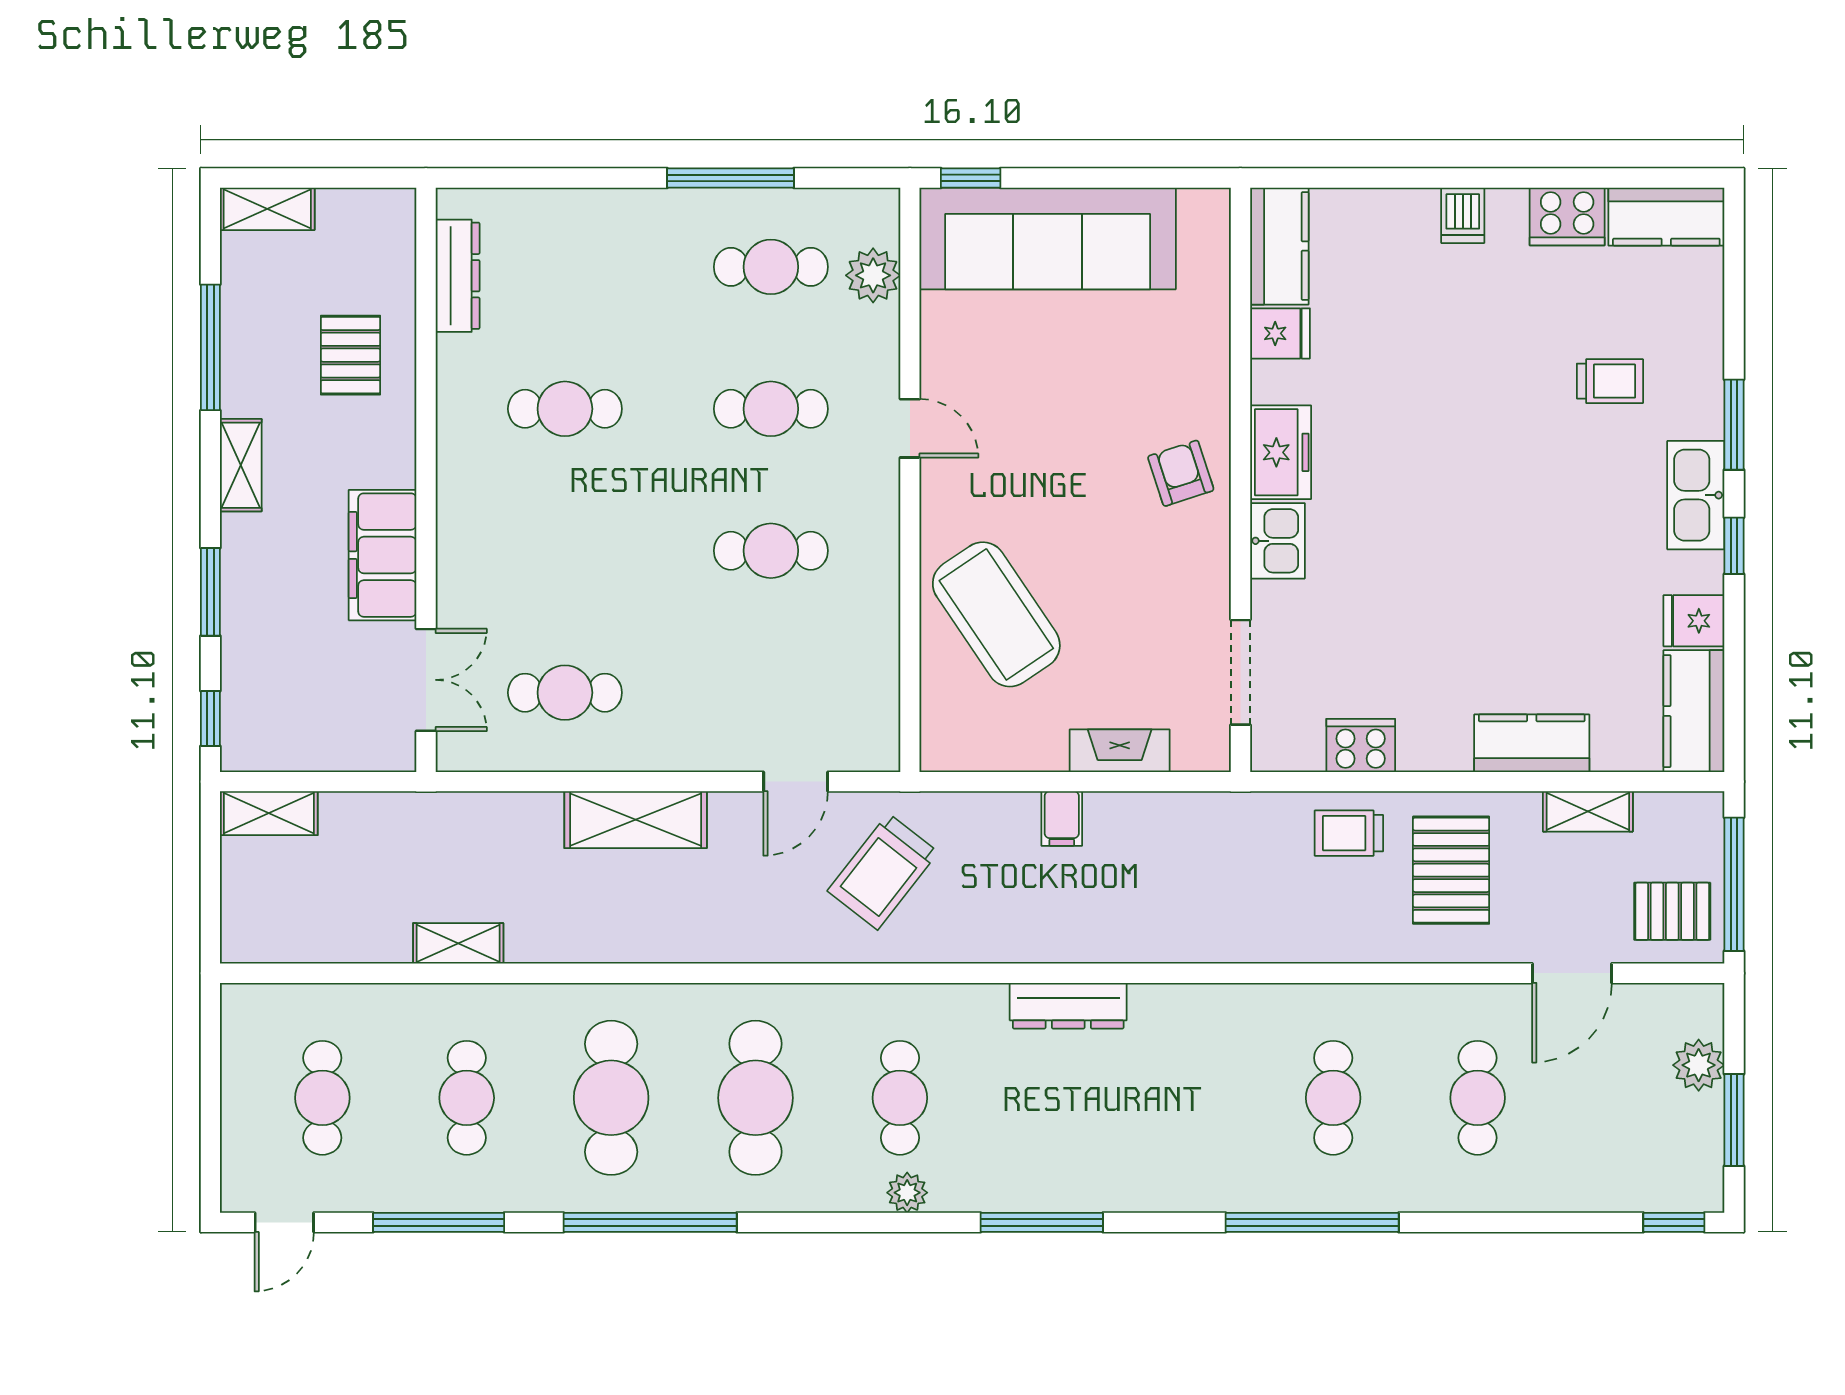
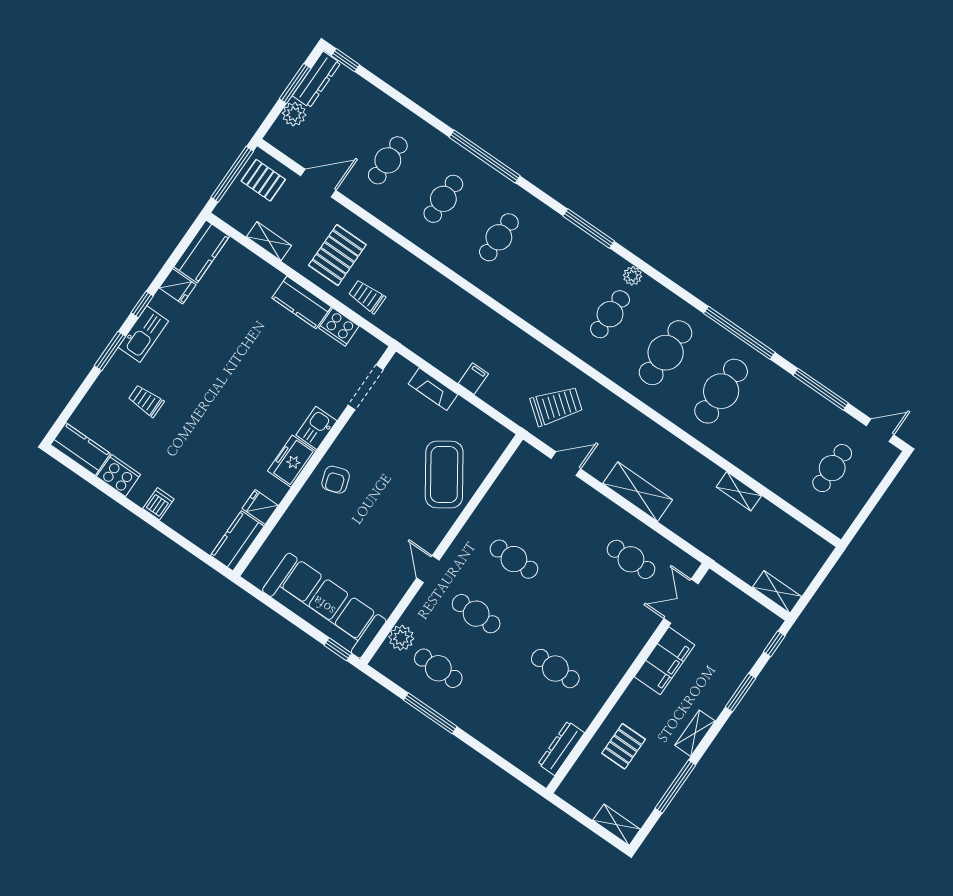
kitchen counter: (1532, 743) -> (301, 302), moved
trolley: (1349, 833) -> (367, 296), turned 180
dresser: (1068, 1006) -> (316, 79), moved, turned 90
cafe table: (467, 1098) -> (499, 237), moved

